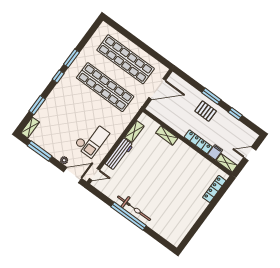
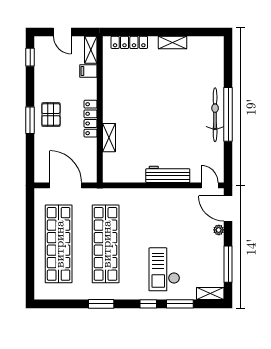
window: (58, 76) -> (148, 304), moved
window: (235, 114) -> (30, 57), moved
shelving: (134, 132) -> (173, 42), moved
checkout: (92, 139) -> (164, 269), moved, turned -90
locker: (198, 142) -> (91, 119), moved

